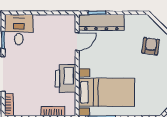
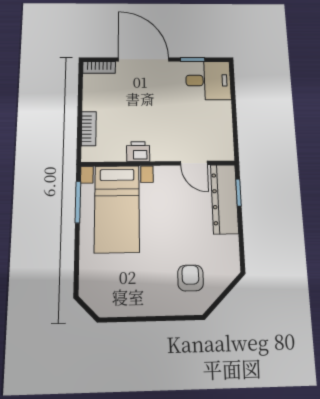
armchair: (151, 46) -> (190, 278), turned -98
printer: (66, 78) -> (138, 152), width x0.53, depth x0.68

